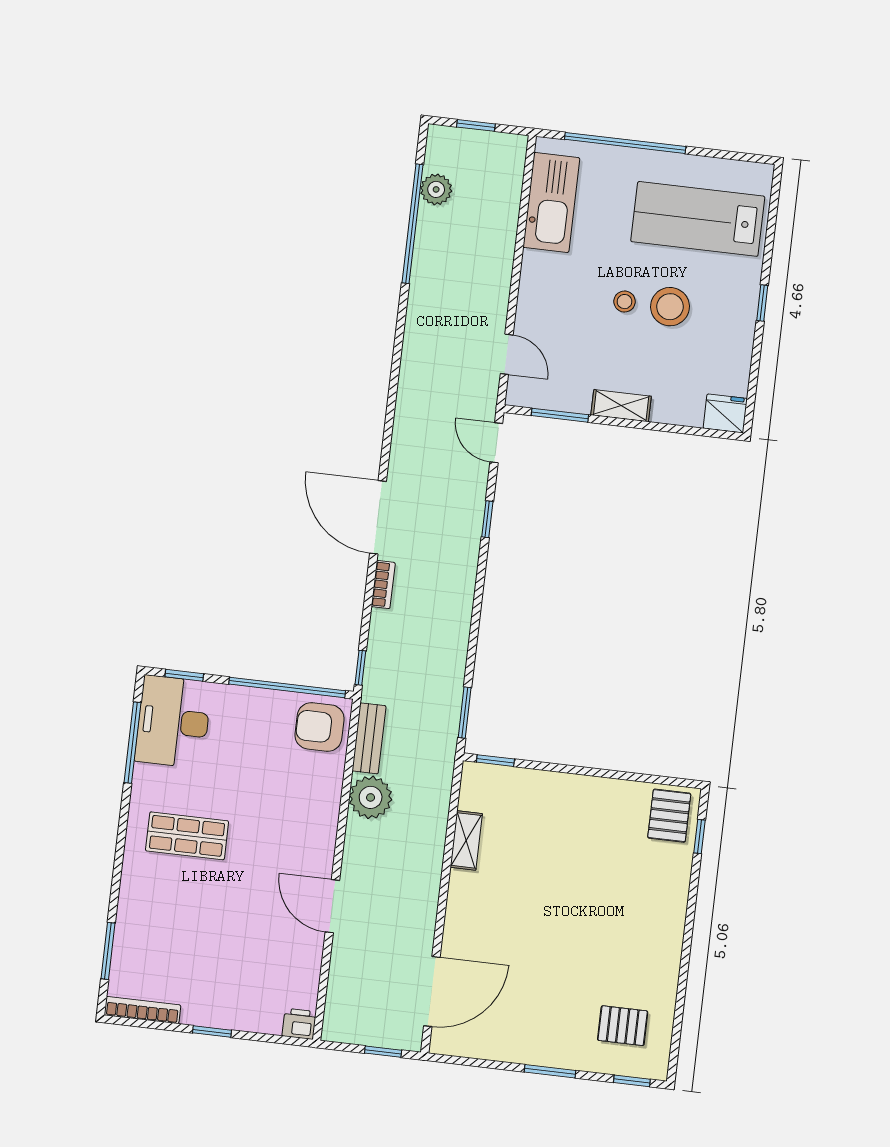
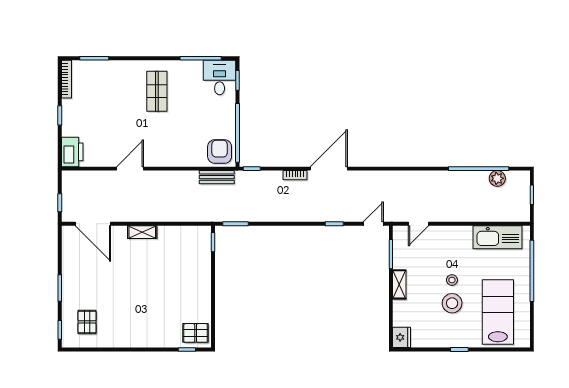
desk: (173, 722) -> (220, 78), width x0.73
plant: (371, 797) -> (187, 181), removed
shelving: (466, 840) -> (142, 232), moved
printer: (299, 1024) -> (72, 152), width x1.87, depth x1.48

